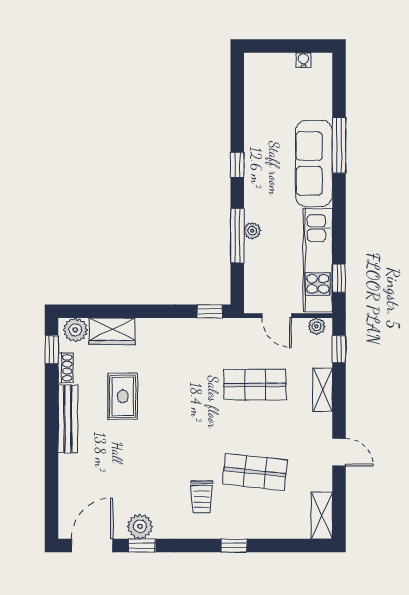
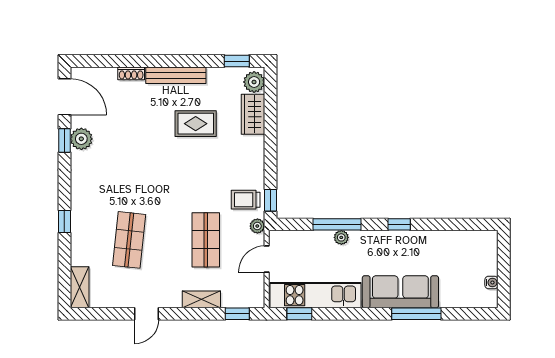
plant: (317, 326) -> (257, 226), moved
shoe rack: (66, 368) -> (131, 73), moved
trolley: (202, 497) -> (246, 200), moved
shelving: (322, 515) -> (80, 287), moved, turned 90

